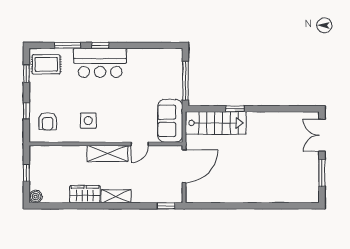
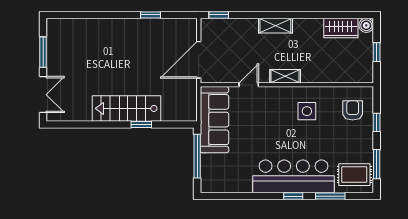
bar counter: (100, 63) -> (294, 176), width x1.36
window: (26, 74) -> (377, 164), width x1.50
sofa: (170, 121) -> (214, 120), width x1.36
stairs: (216, 123) -> (127, 108), moved
shelving: (108, 153) -> (285, 76), width x0.67, depth x0.75
wardrobe: (85, 194) -> (341, 28), moved
window: (227, 206) -> (150, 15), added

